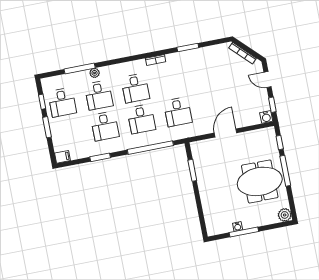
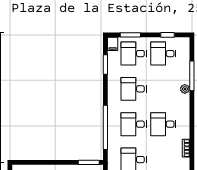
desk: (99, 95) -> (134, 54), moved
window: (47, 127) -> (130, 35), moved
window: (100, 157) -> (105, 65), moved
window: (192, 170) -> (89, 162), moved

